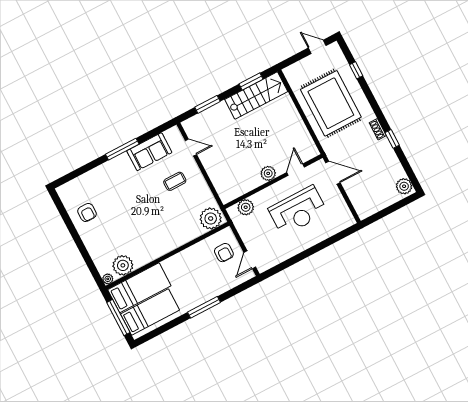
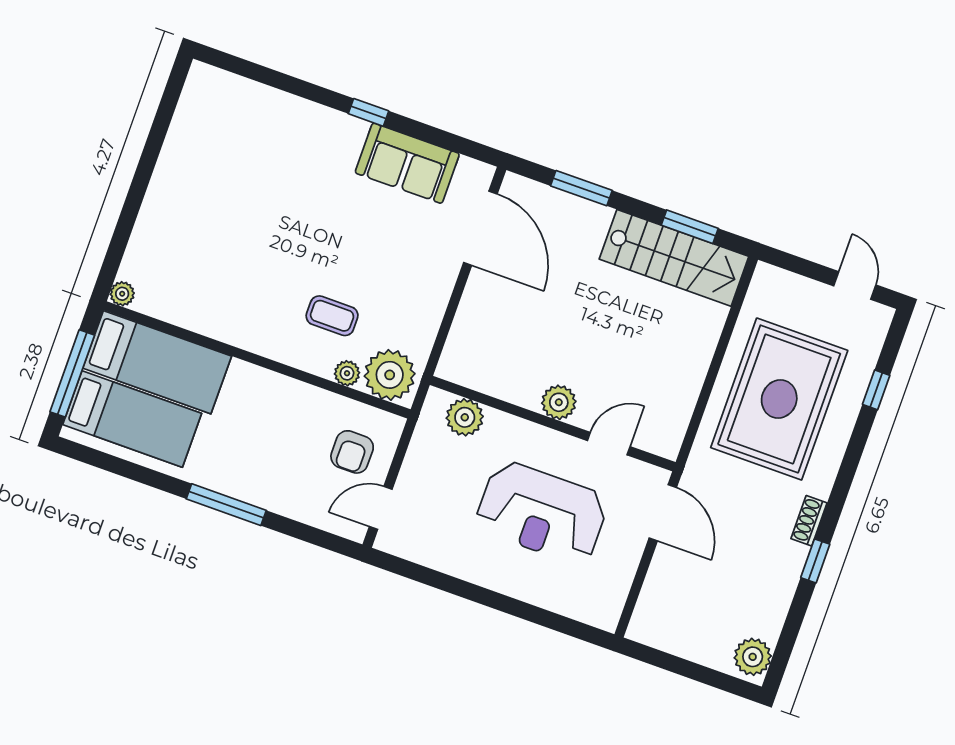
door: (191, 148) -> (480, 228), width x1.88
window: (122, 149) -> (368, 112), width x0.46
coffee table: (175, 181) -> (332, 316), moved
armchair: (87, 212) -> (203, 152), removed
plant: (123, 265) -> (347, 373), moved, width x0.53, depth x0.53

